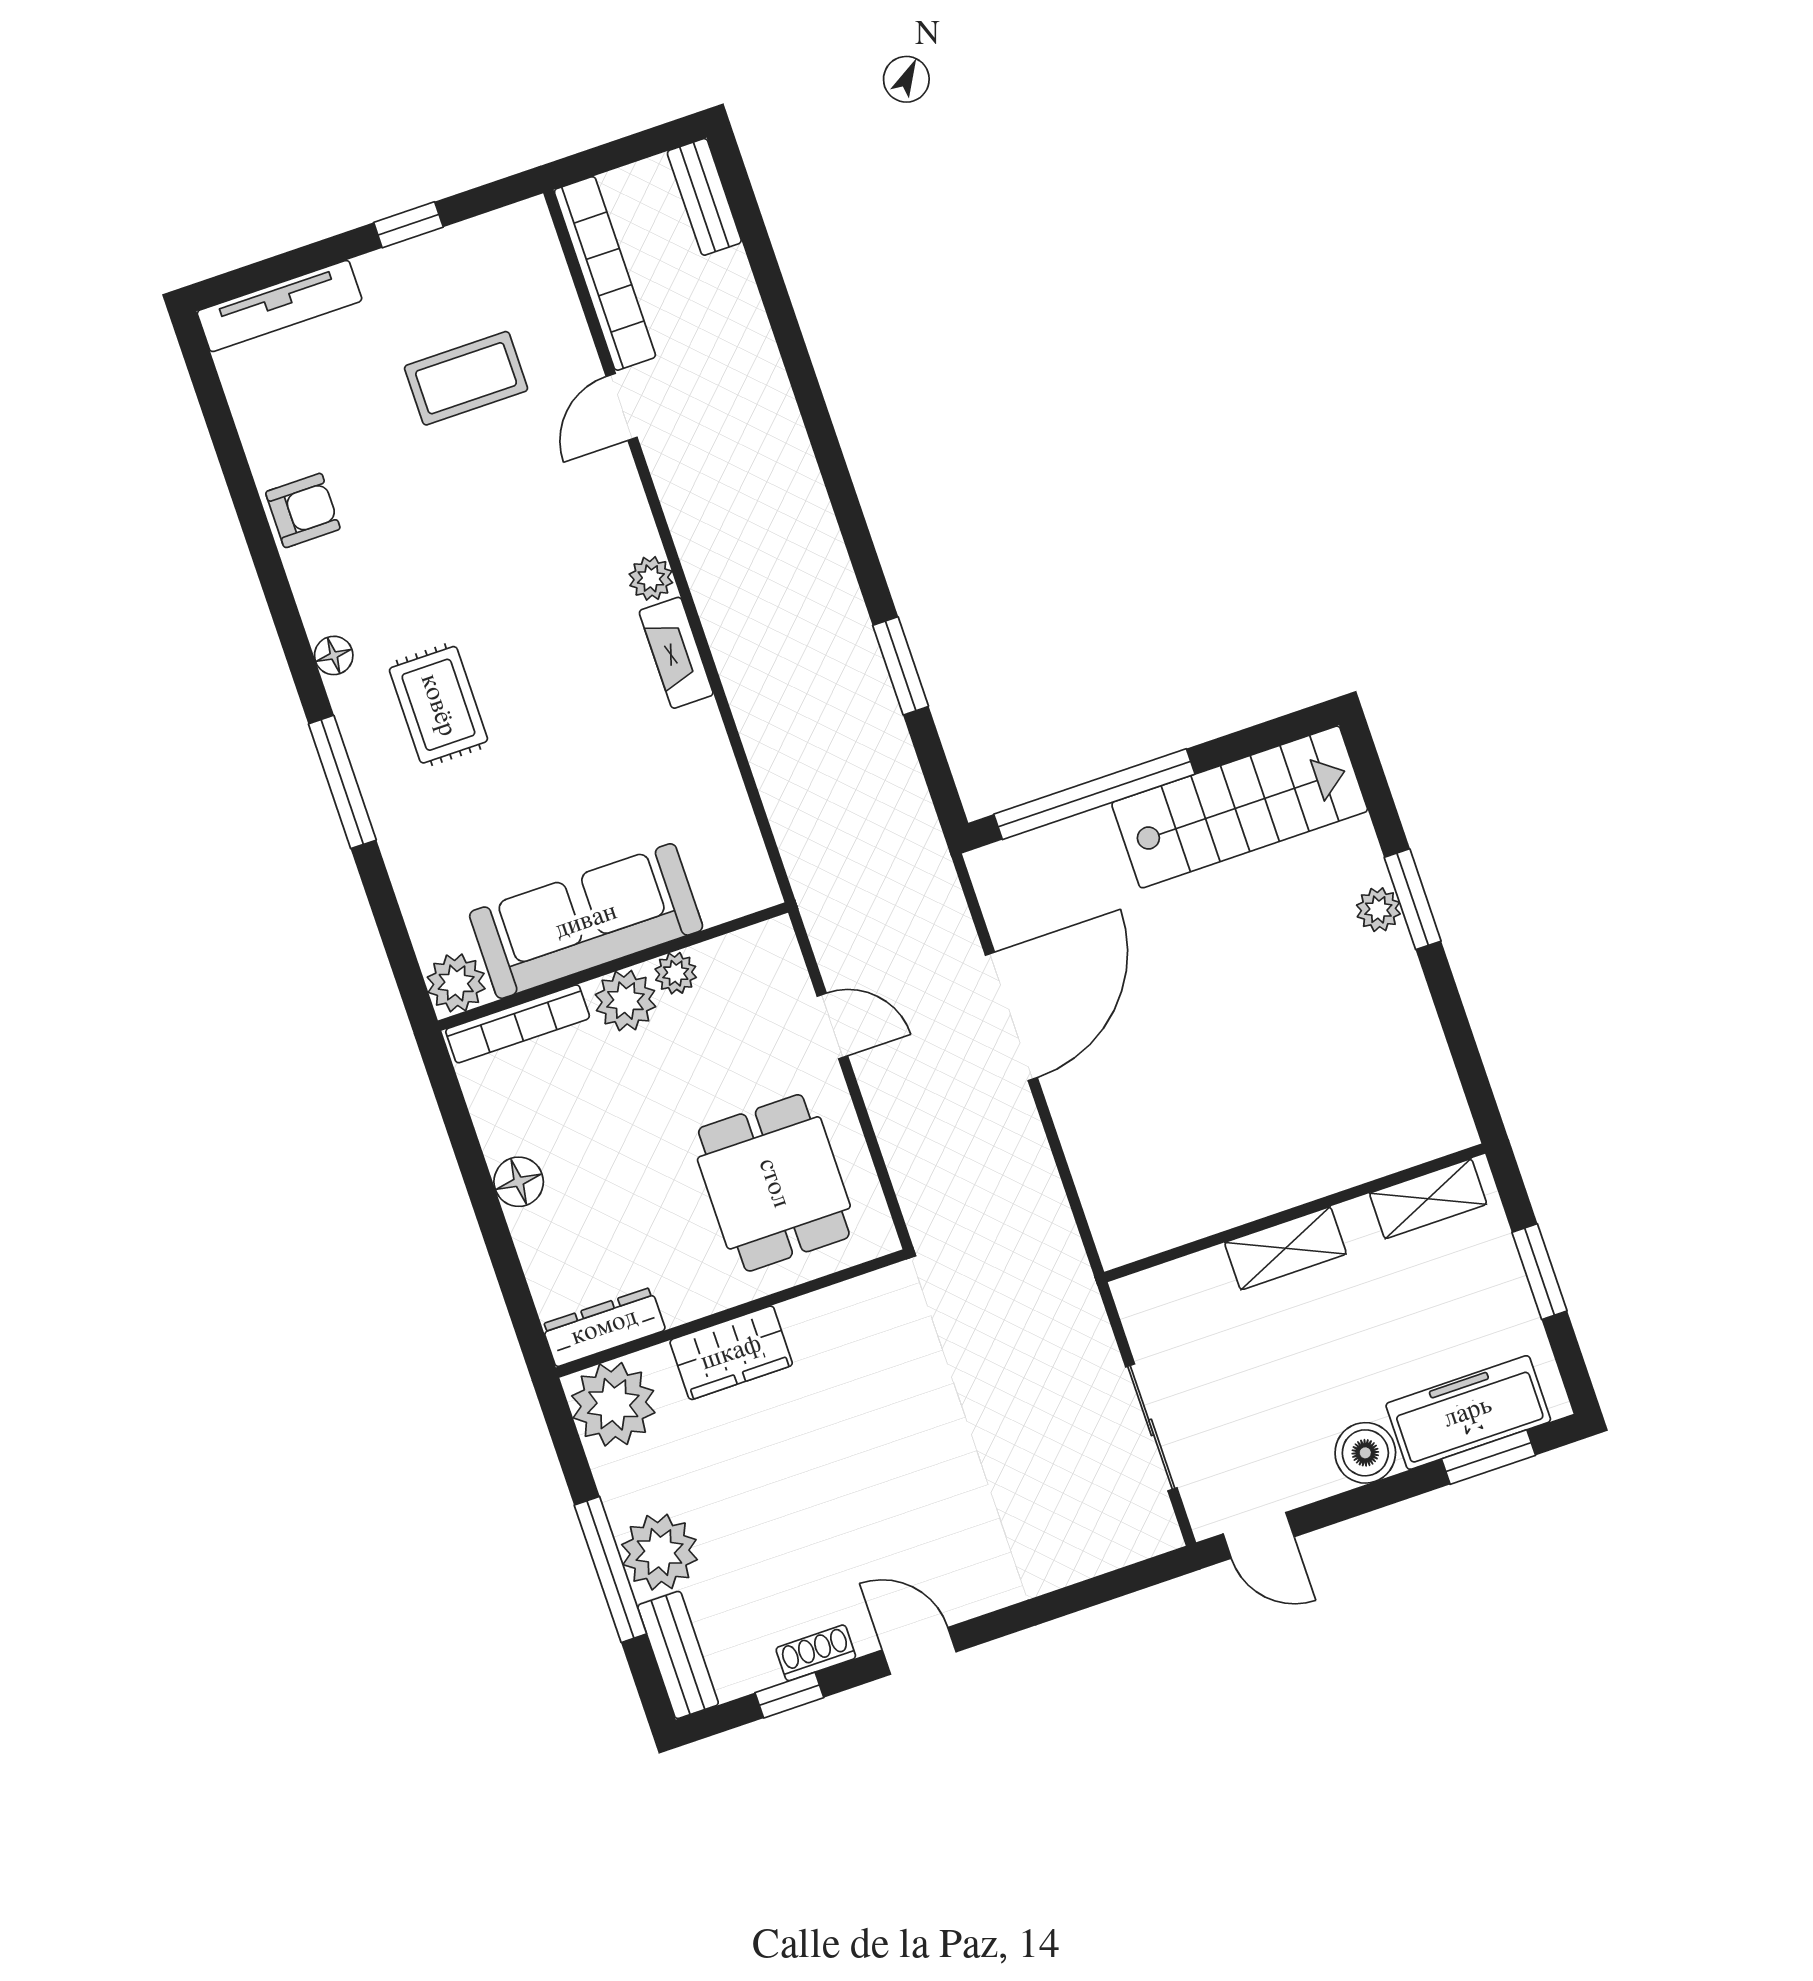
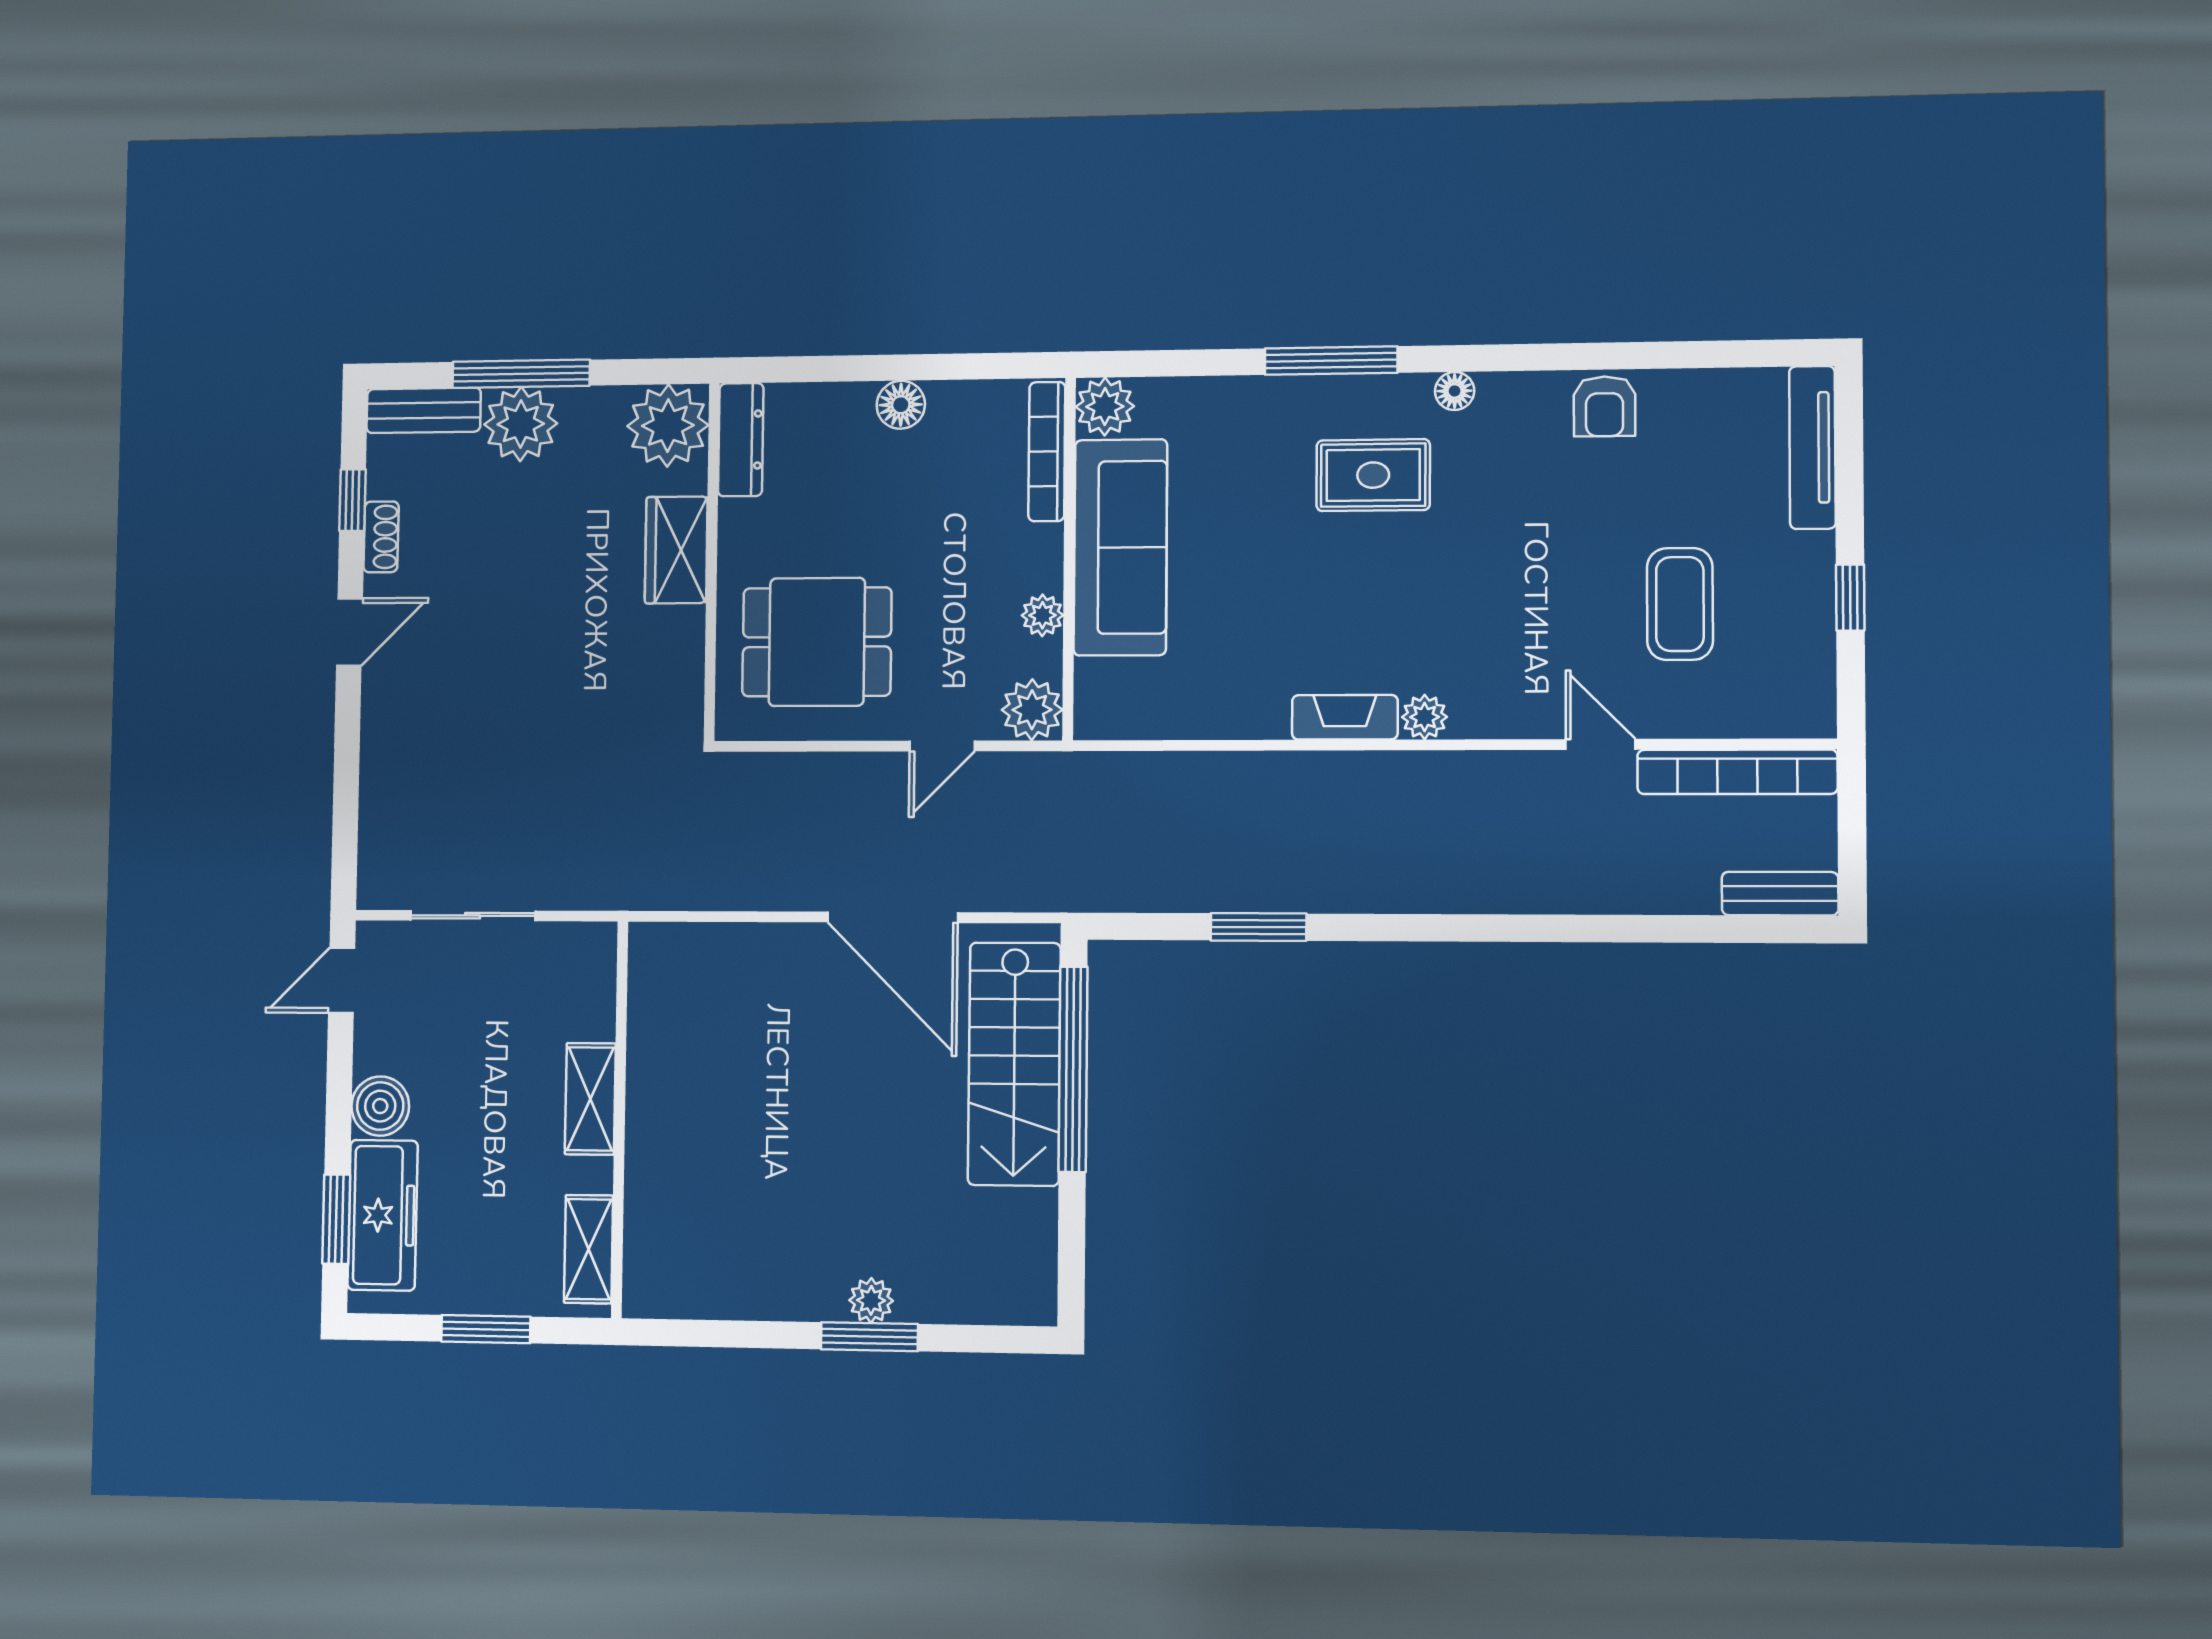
stairs: (1240, 807) -> (1014, 1064), moved
plant: (625, 1001) -> (1032, 710), moved

